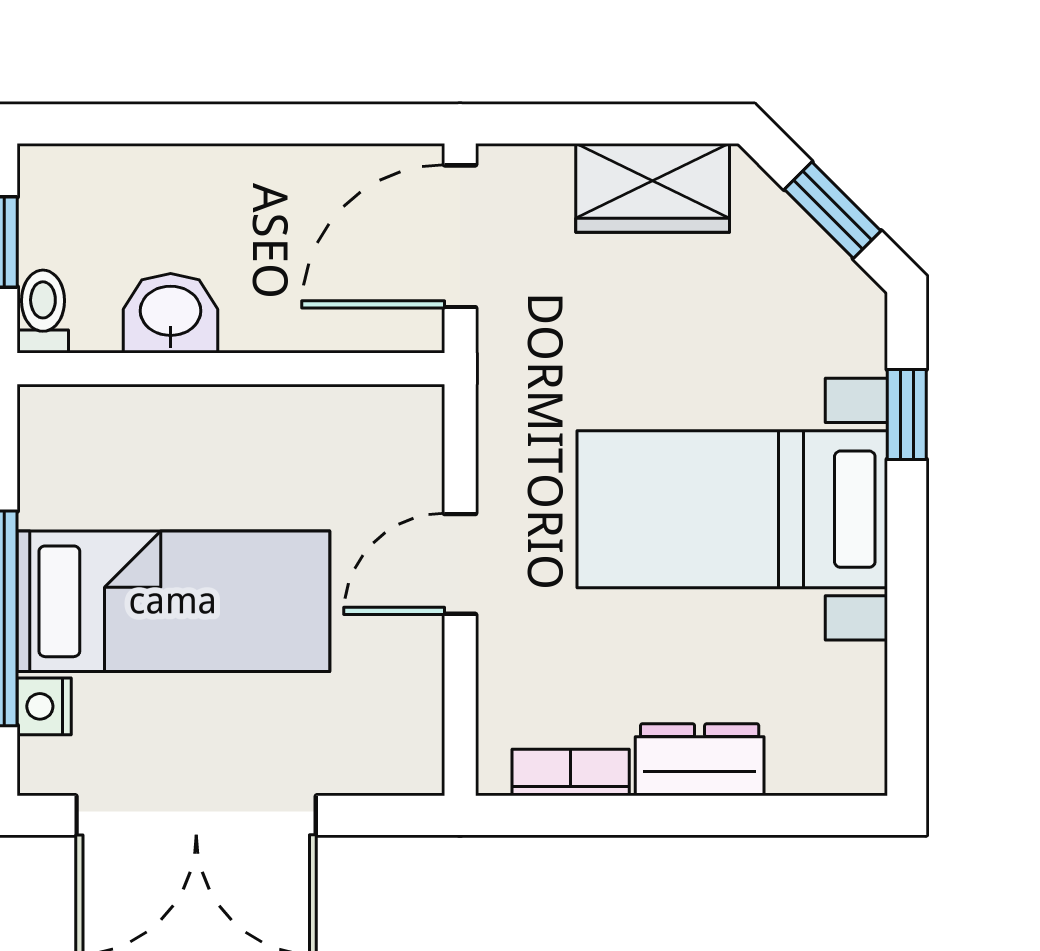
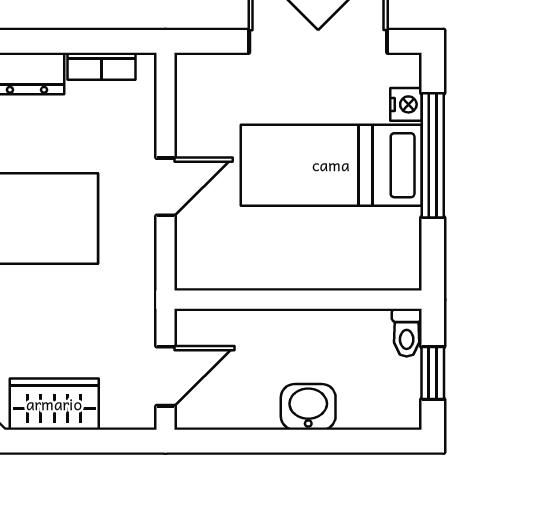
door: (460, 236) -> (166, 376), width x0.73
washbasin: (171, 313) -> (308, 407), moved, turned 180

